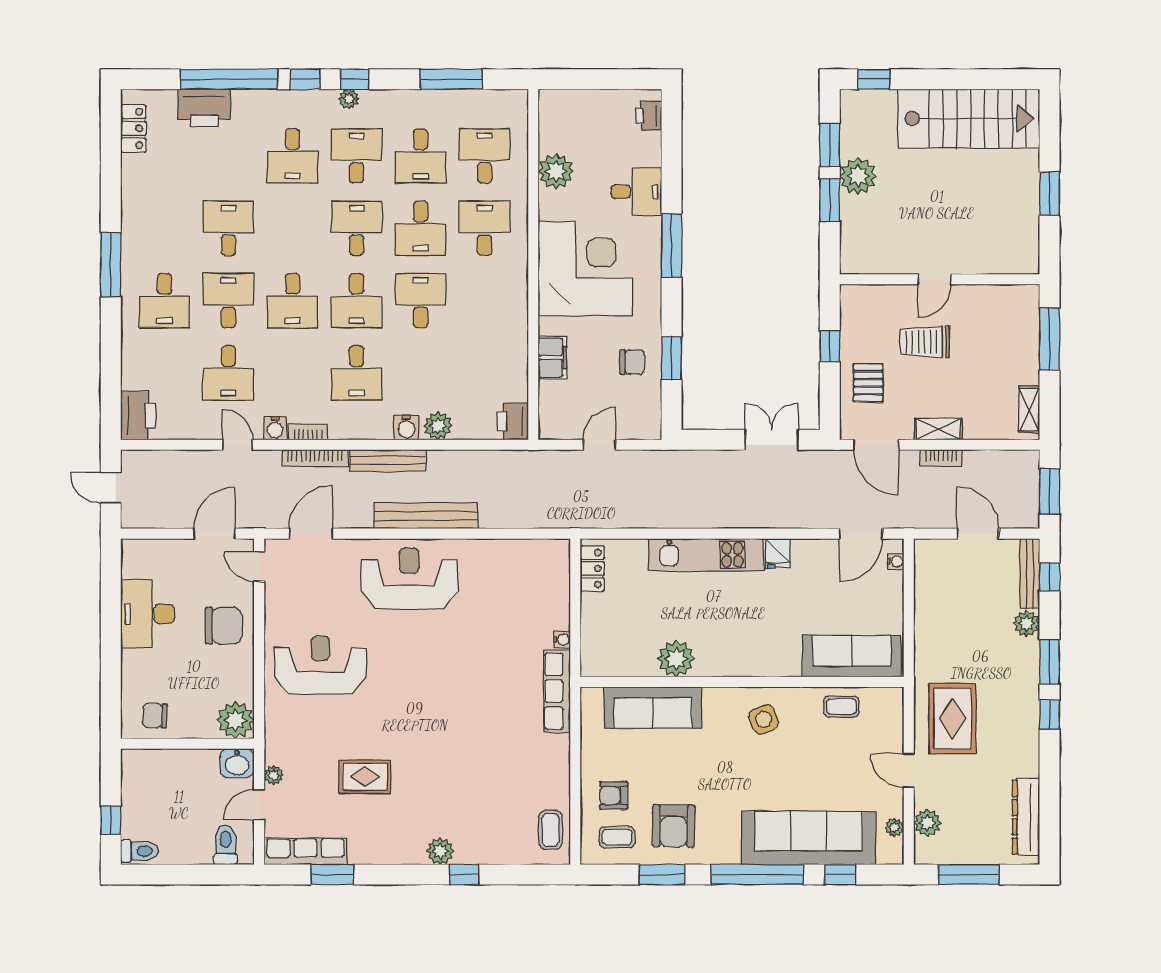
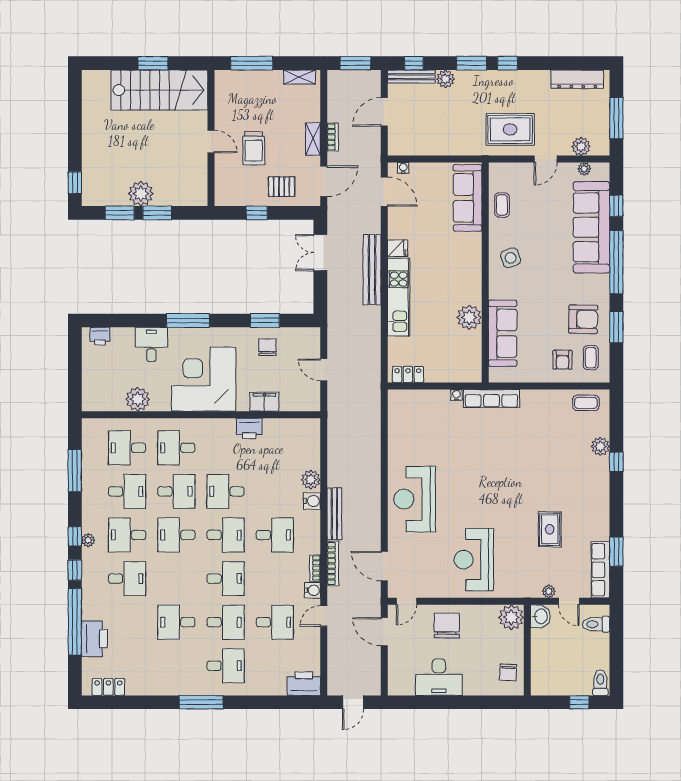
stairs: (969, 119) -> (159, 90), moved, turned 90
desk: (228, 301) -> (226, 622), turned 180
printer: (513, 421) -> (249, 428), moved
bench: (426, 516) -> (372, 270), moved
plant: (440, 851) -> (600, 446), moved

